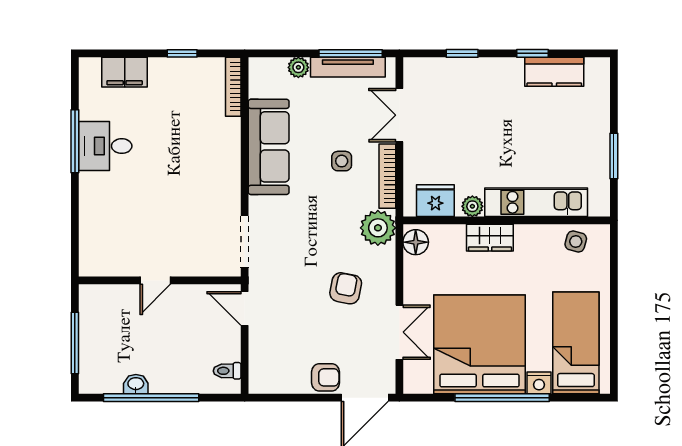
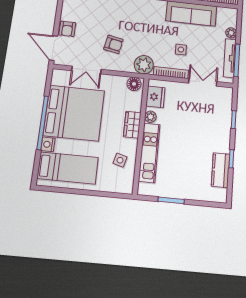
side table: (576, 241) -> (120, 160), moved

